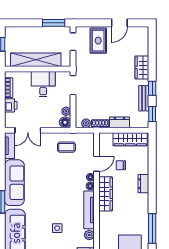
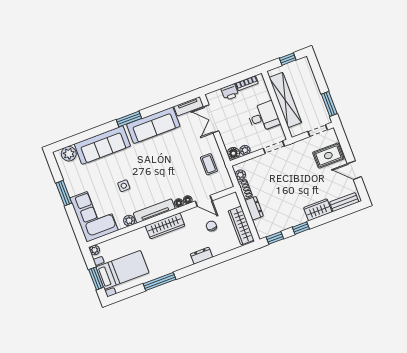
bench: (144, 98) -> (344, 202), moved
wardrobe: (106, 194) -> (165, 226), moved

